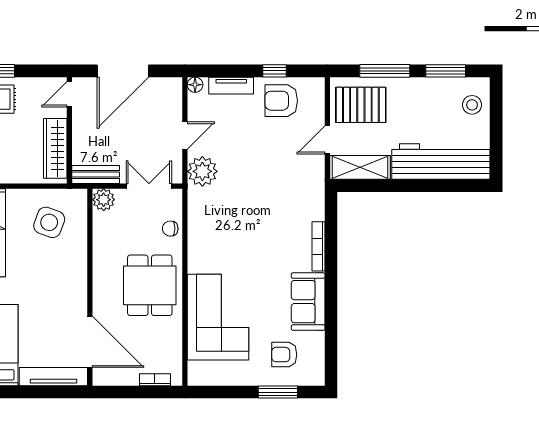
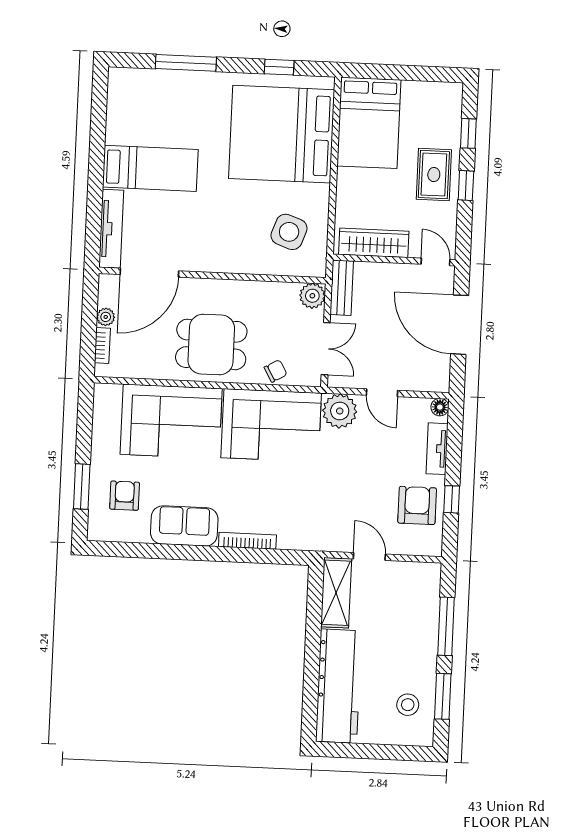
pallet: (361, 105) -> (408, 597), removed
stool: (472, 105) -> (408, 705), moved
chair: (170, 229) -> (276, 371), turned 60
corner sofa: (218, 230) -> (271, 425), added
plant: (130, 378) -> (106, 317), added

